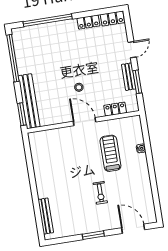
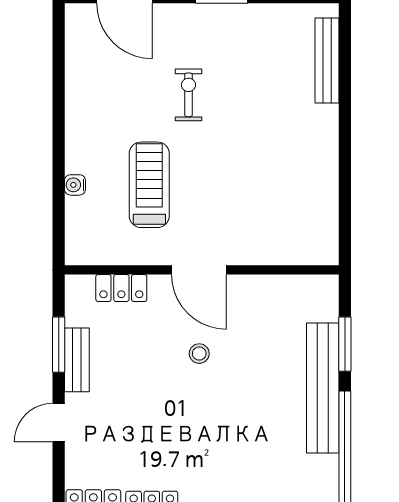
bench: (29, 101) -> (323, 388), moved
window: (22, 114) -> (345, 344), moved
treadmill: (110, 153) -> (149, 185), turned 180

